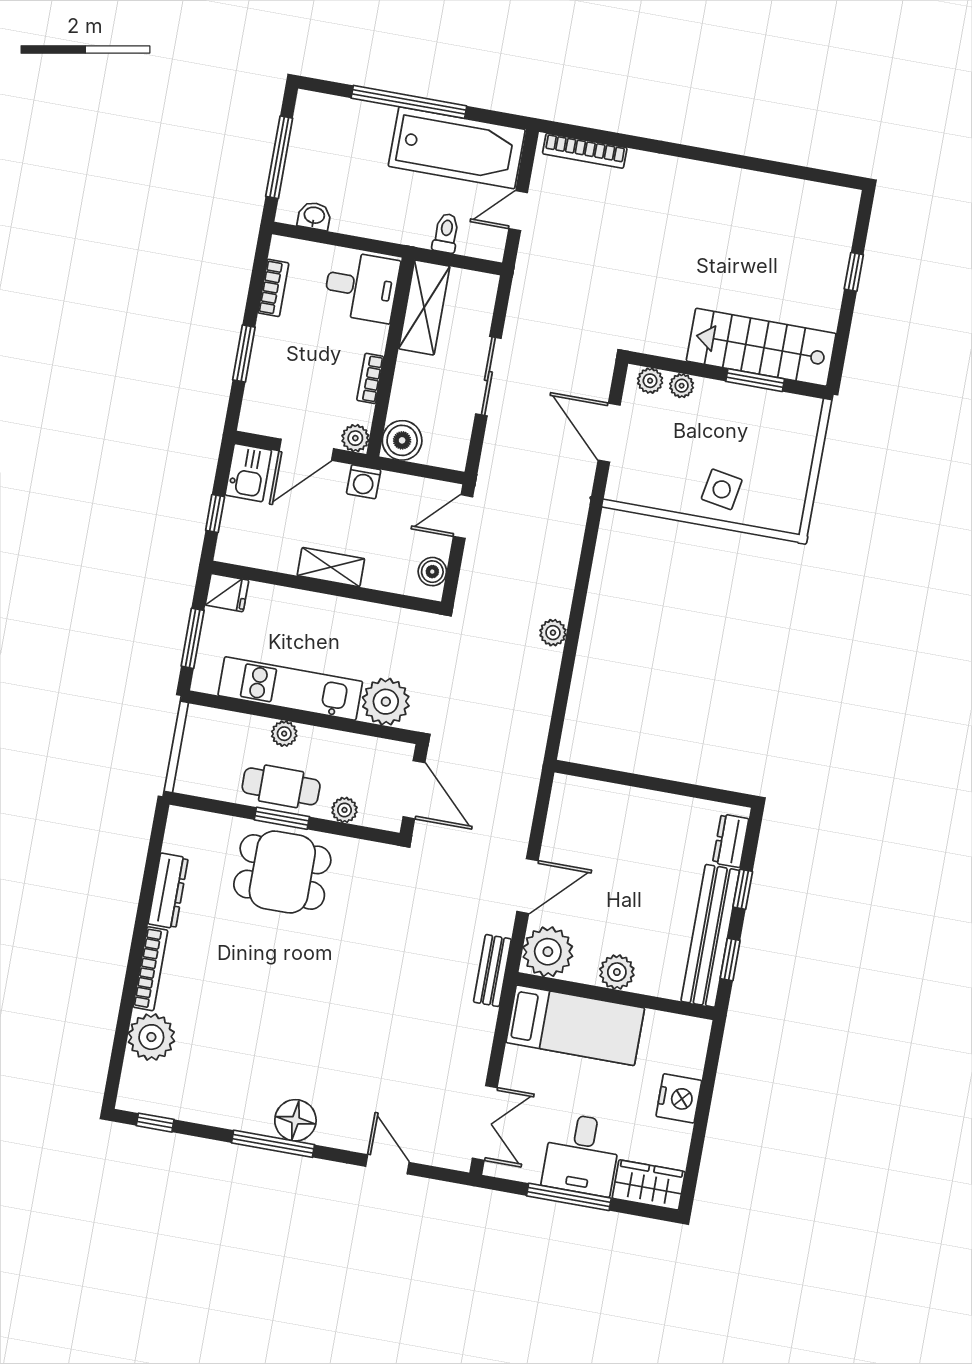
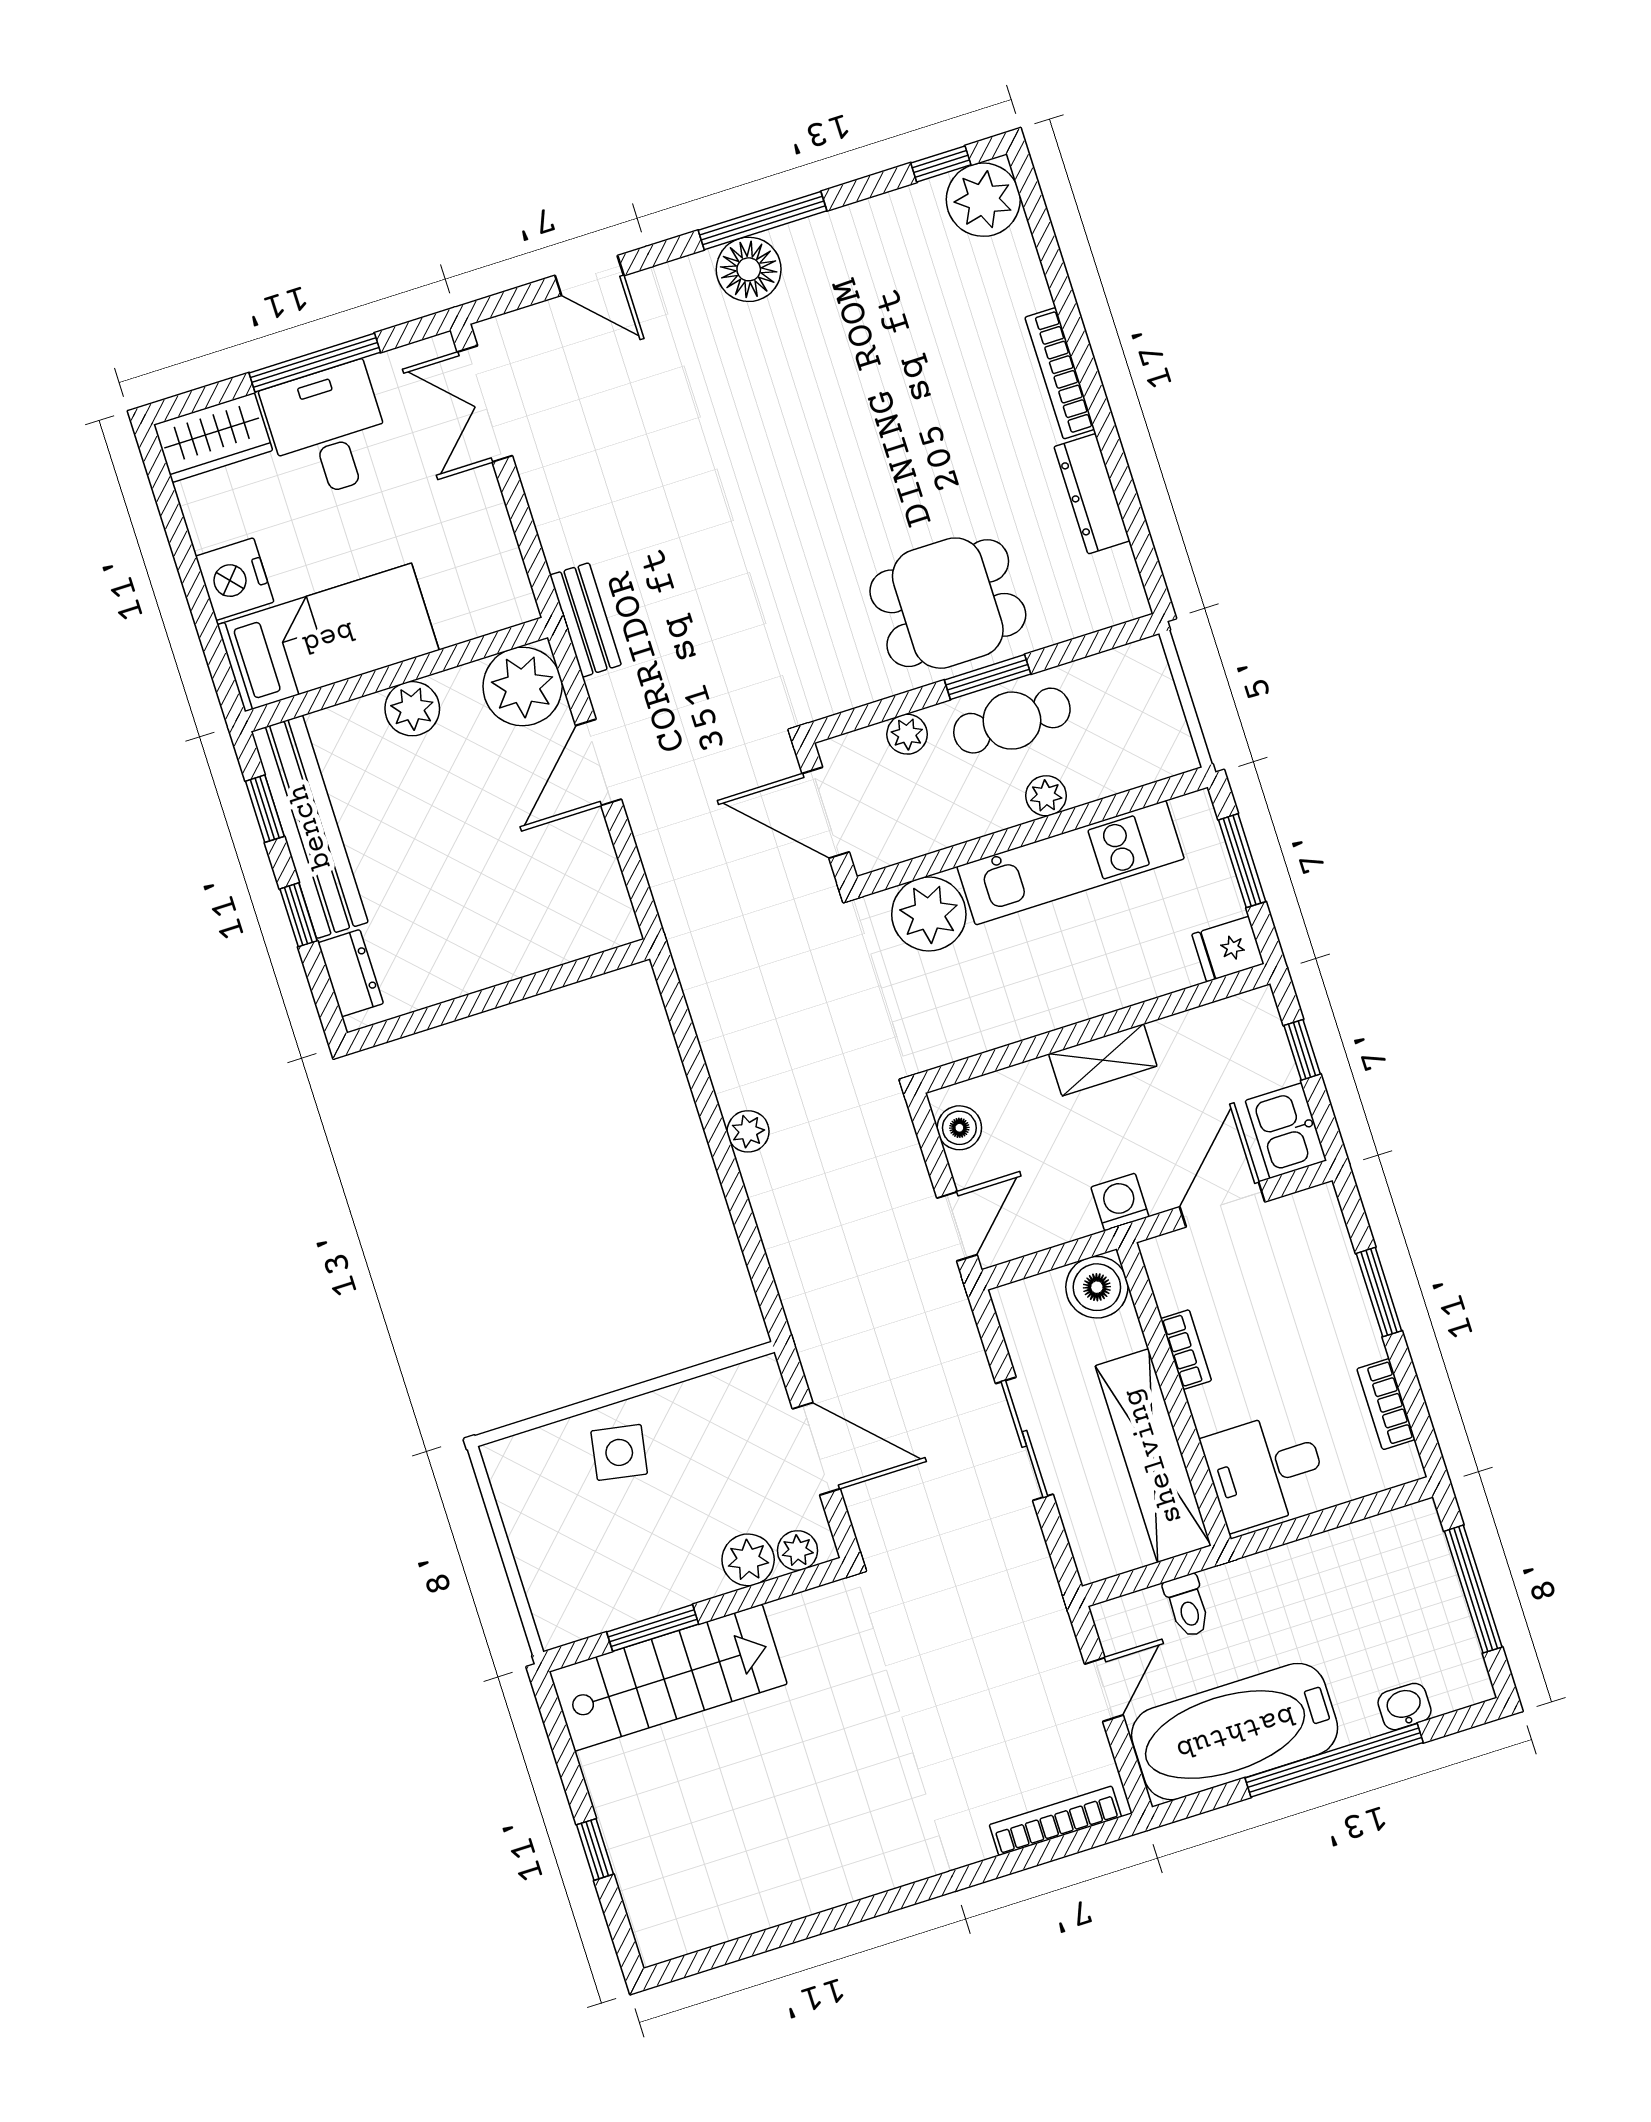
washbasin: (314, 216) -> (1404, 1707), moved, turned 180
shelving: (424, 308) -> (1153, 1456), width x1.47
plant: (682, 386) -> (748, 1560), width x1.38, depth x1.38
plant: (355, 438) -> (1163, 1256), removed
bed: (575, 1025) -> (328, 637), moved, turned 180
plant: (151, 1037) -> (983, 200), moved

